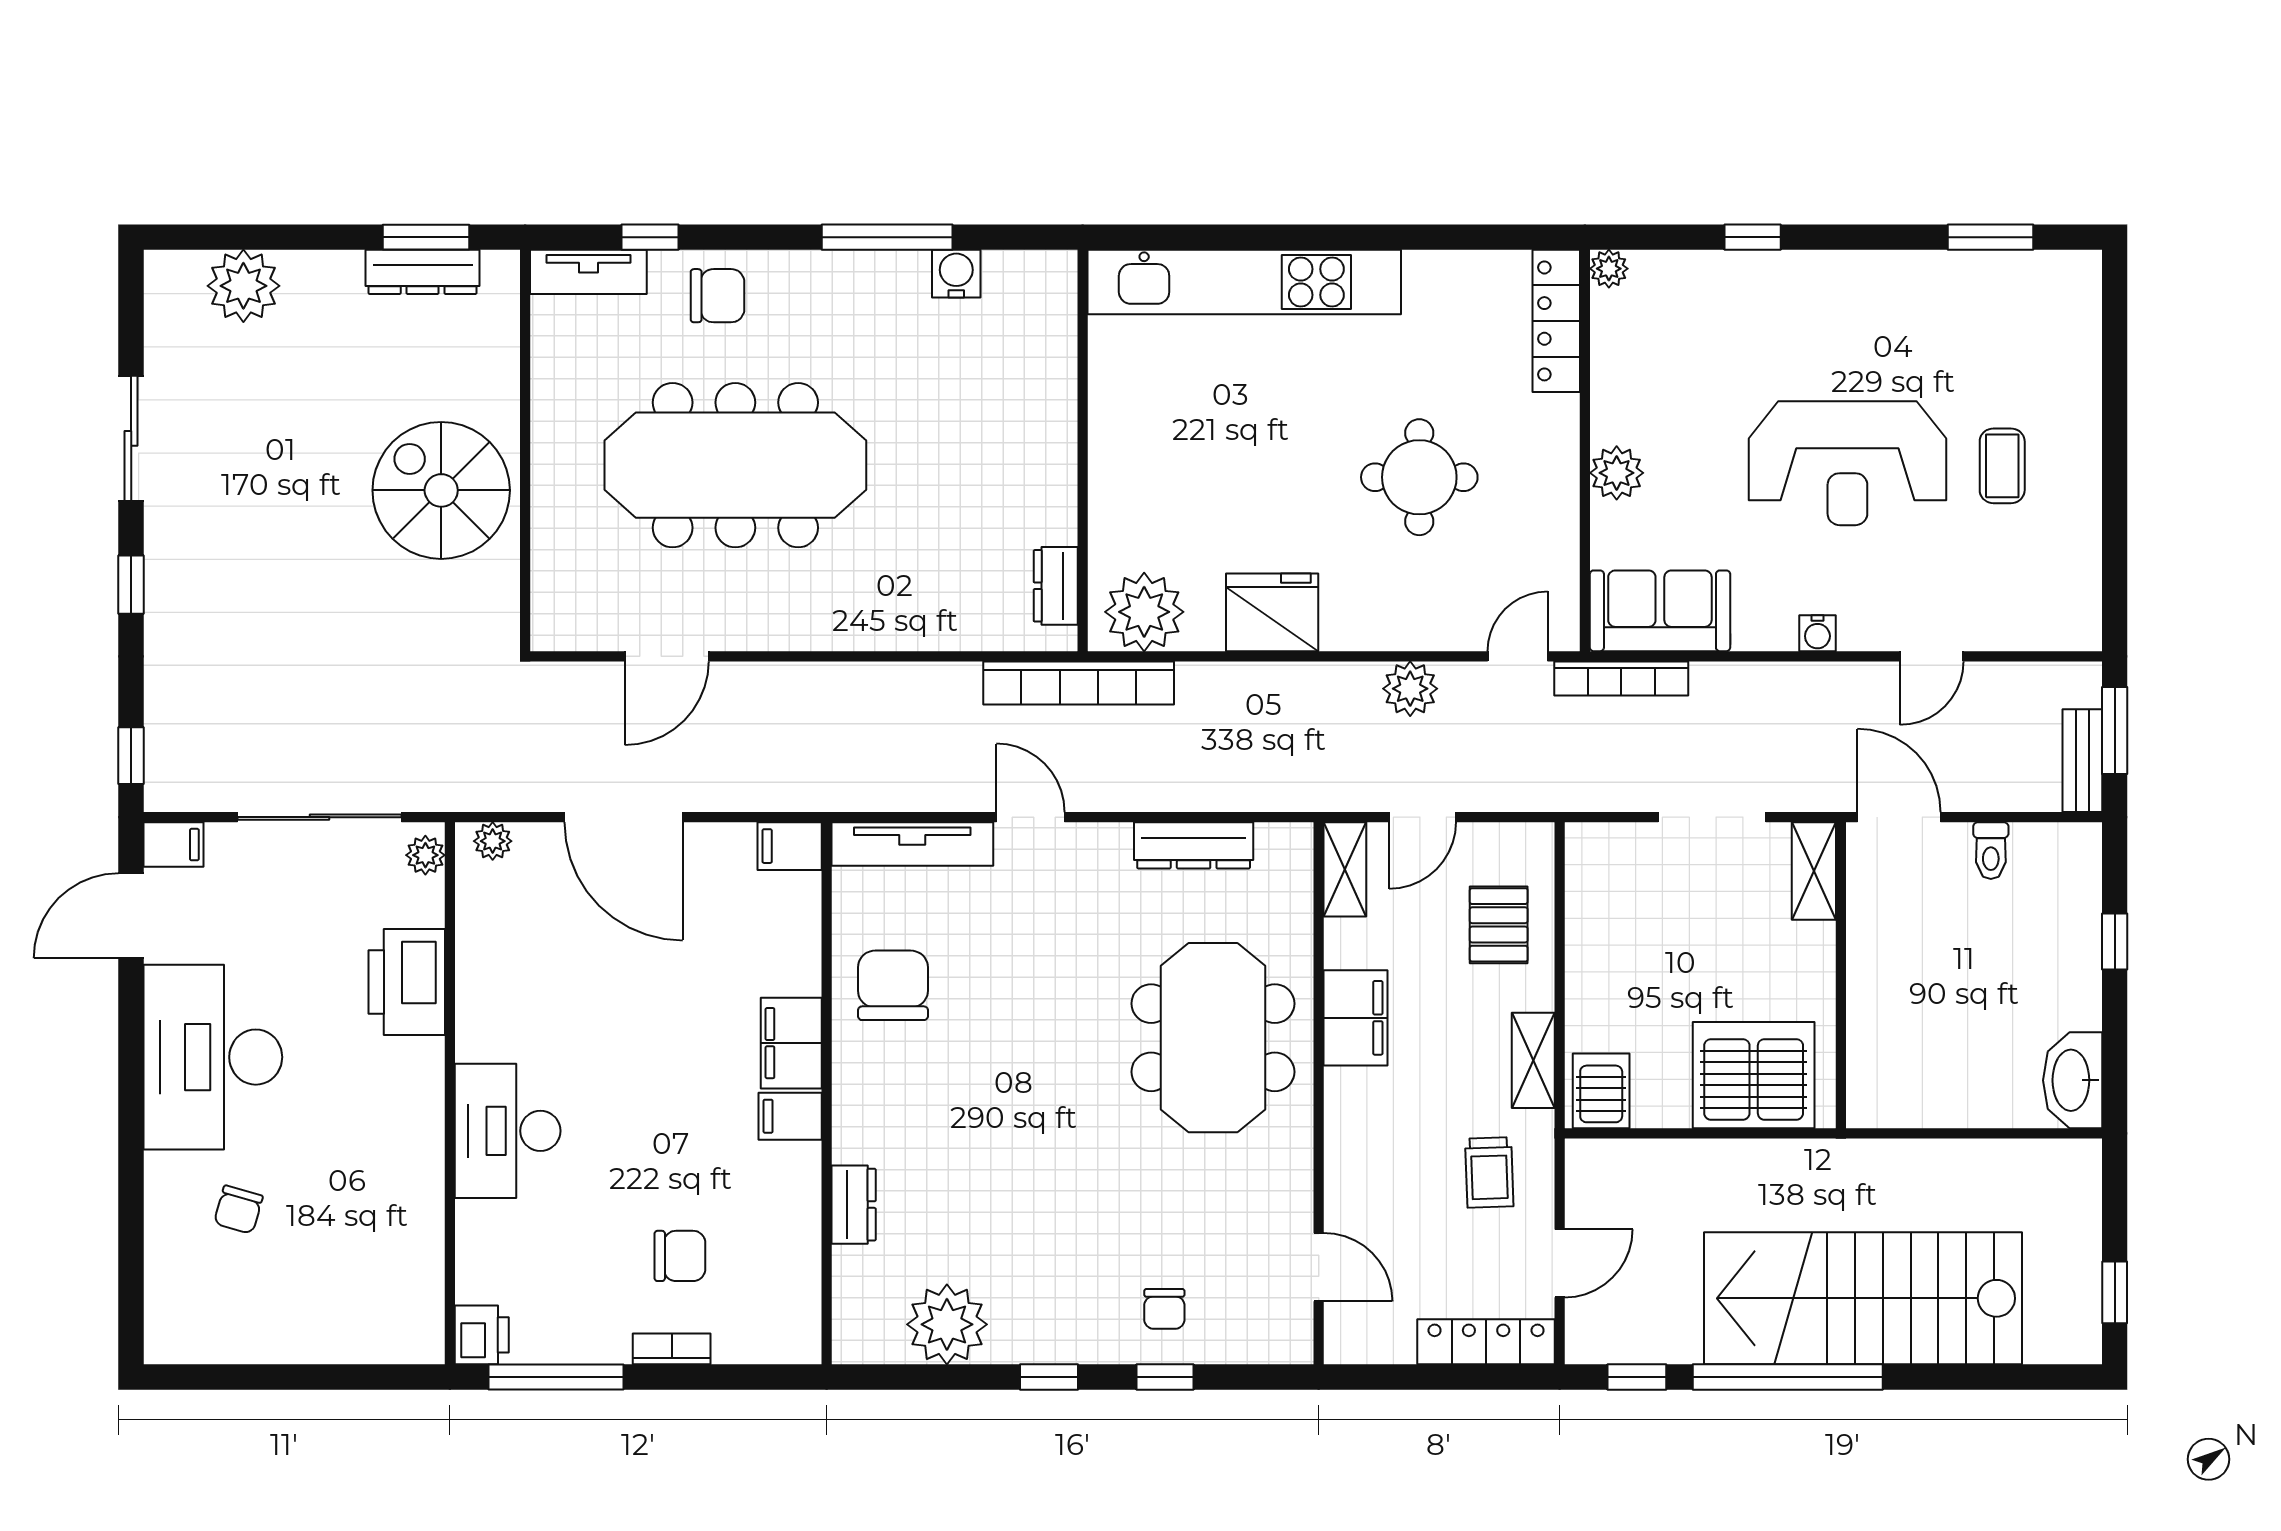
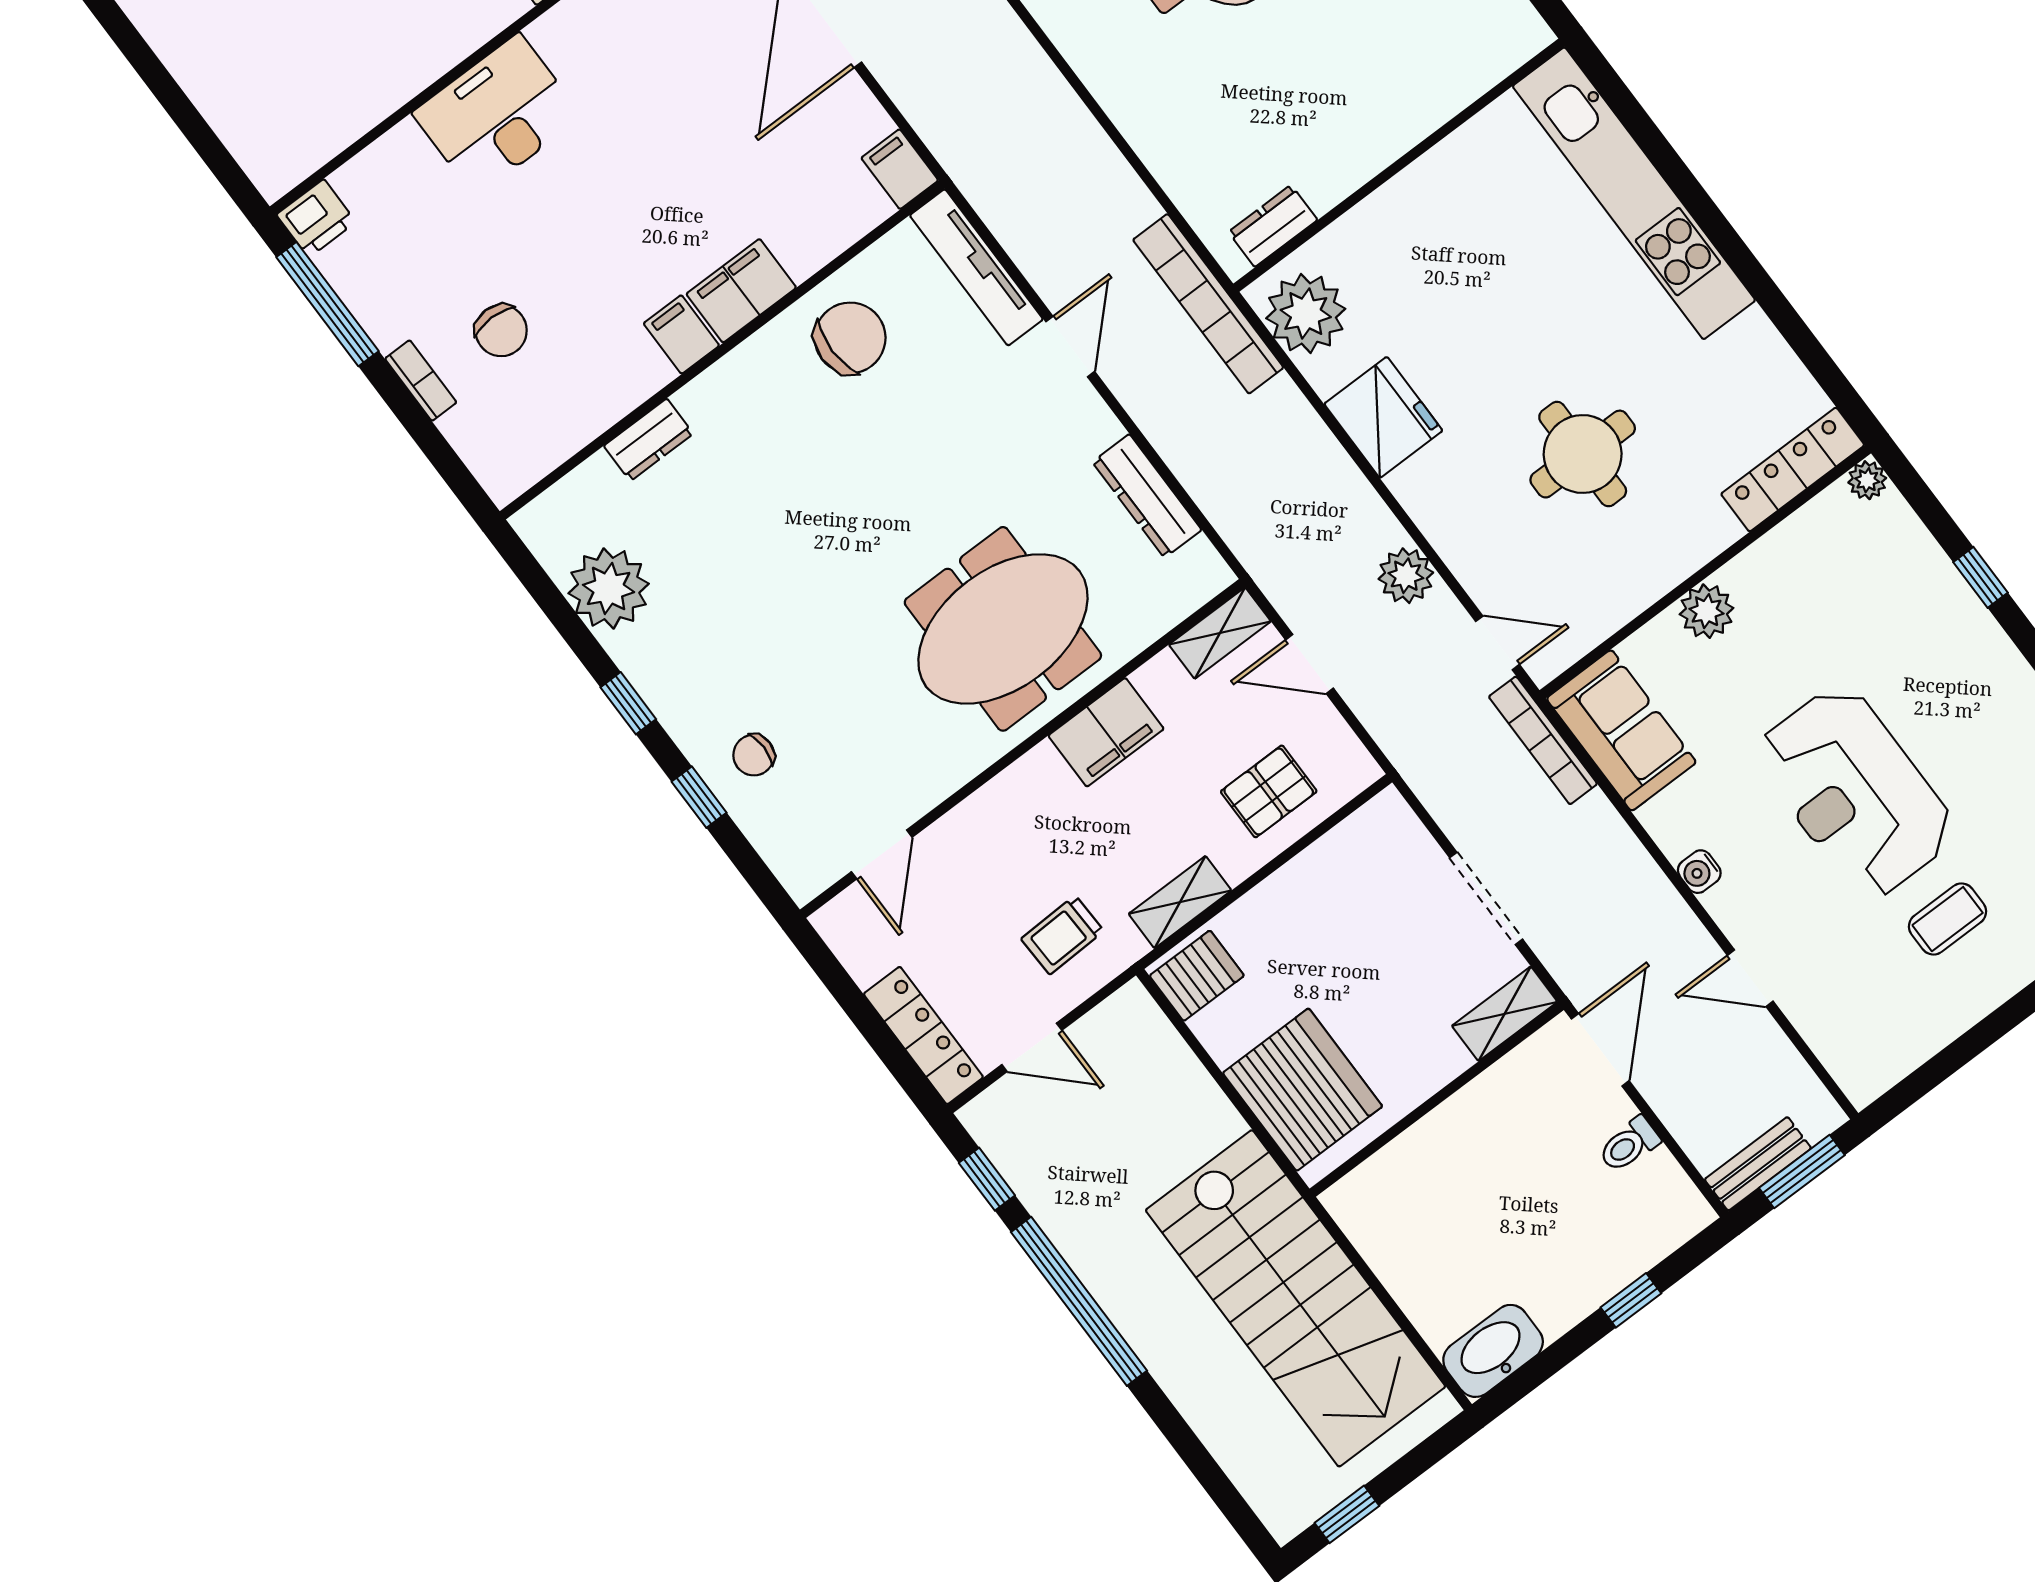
stairs: (1863, 1298) -> (1296, 1298), moved, turned 180

